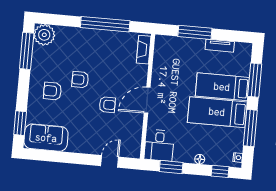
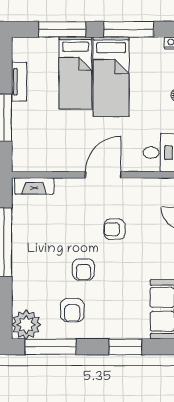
armchair: (53, 91) -> (72, 310), moved
door: (147, 100) -> (103, 175), swing flipped
armchair: (107, 105) -> (114, 229), turned -90
window: (20, 123) -> (125, 347), moved

